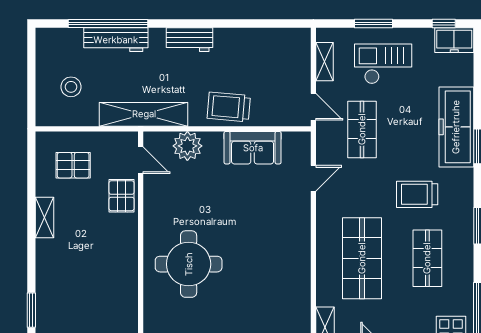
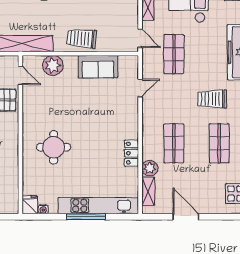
shop shelf: (362, 258) -> (174, 143), width x0.70, depth x0.74
round table: (189, 264) -> (54, 147), width x0.73, depth x0.73
locker: (301, 272) -> (131, 153), added
plant: (327, 294) -> (150, 168), added

